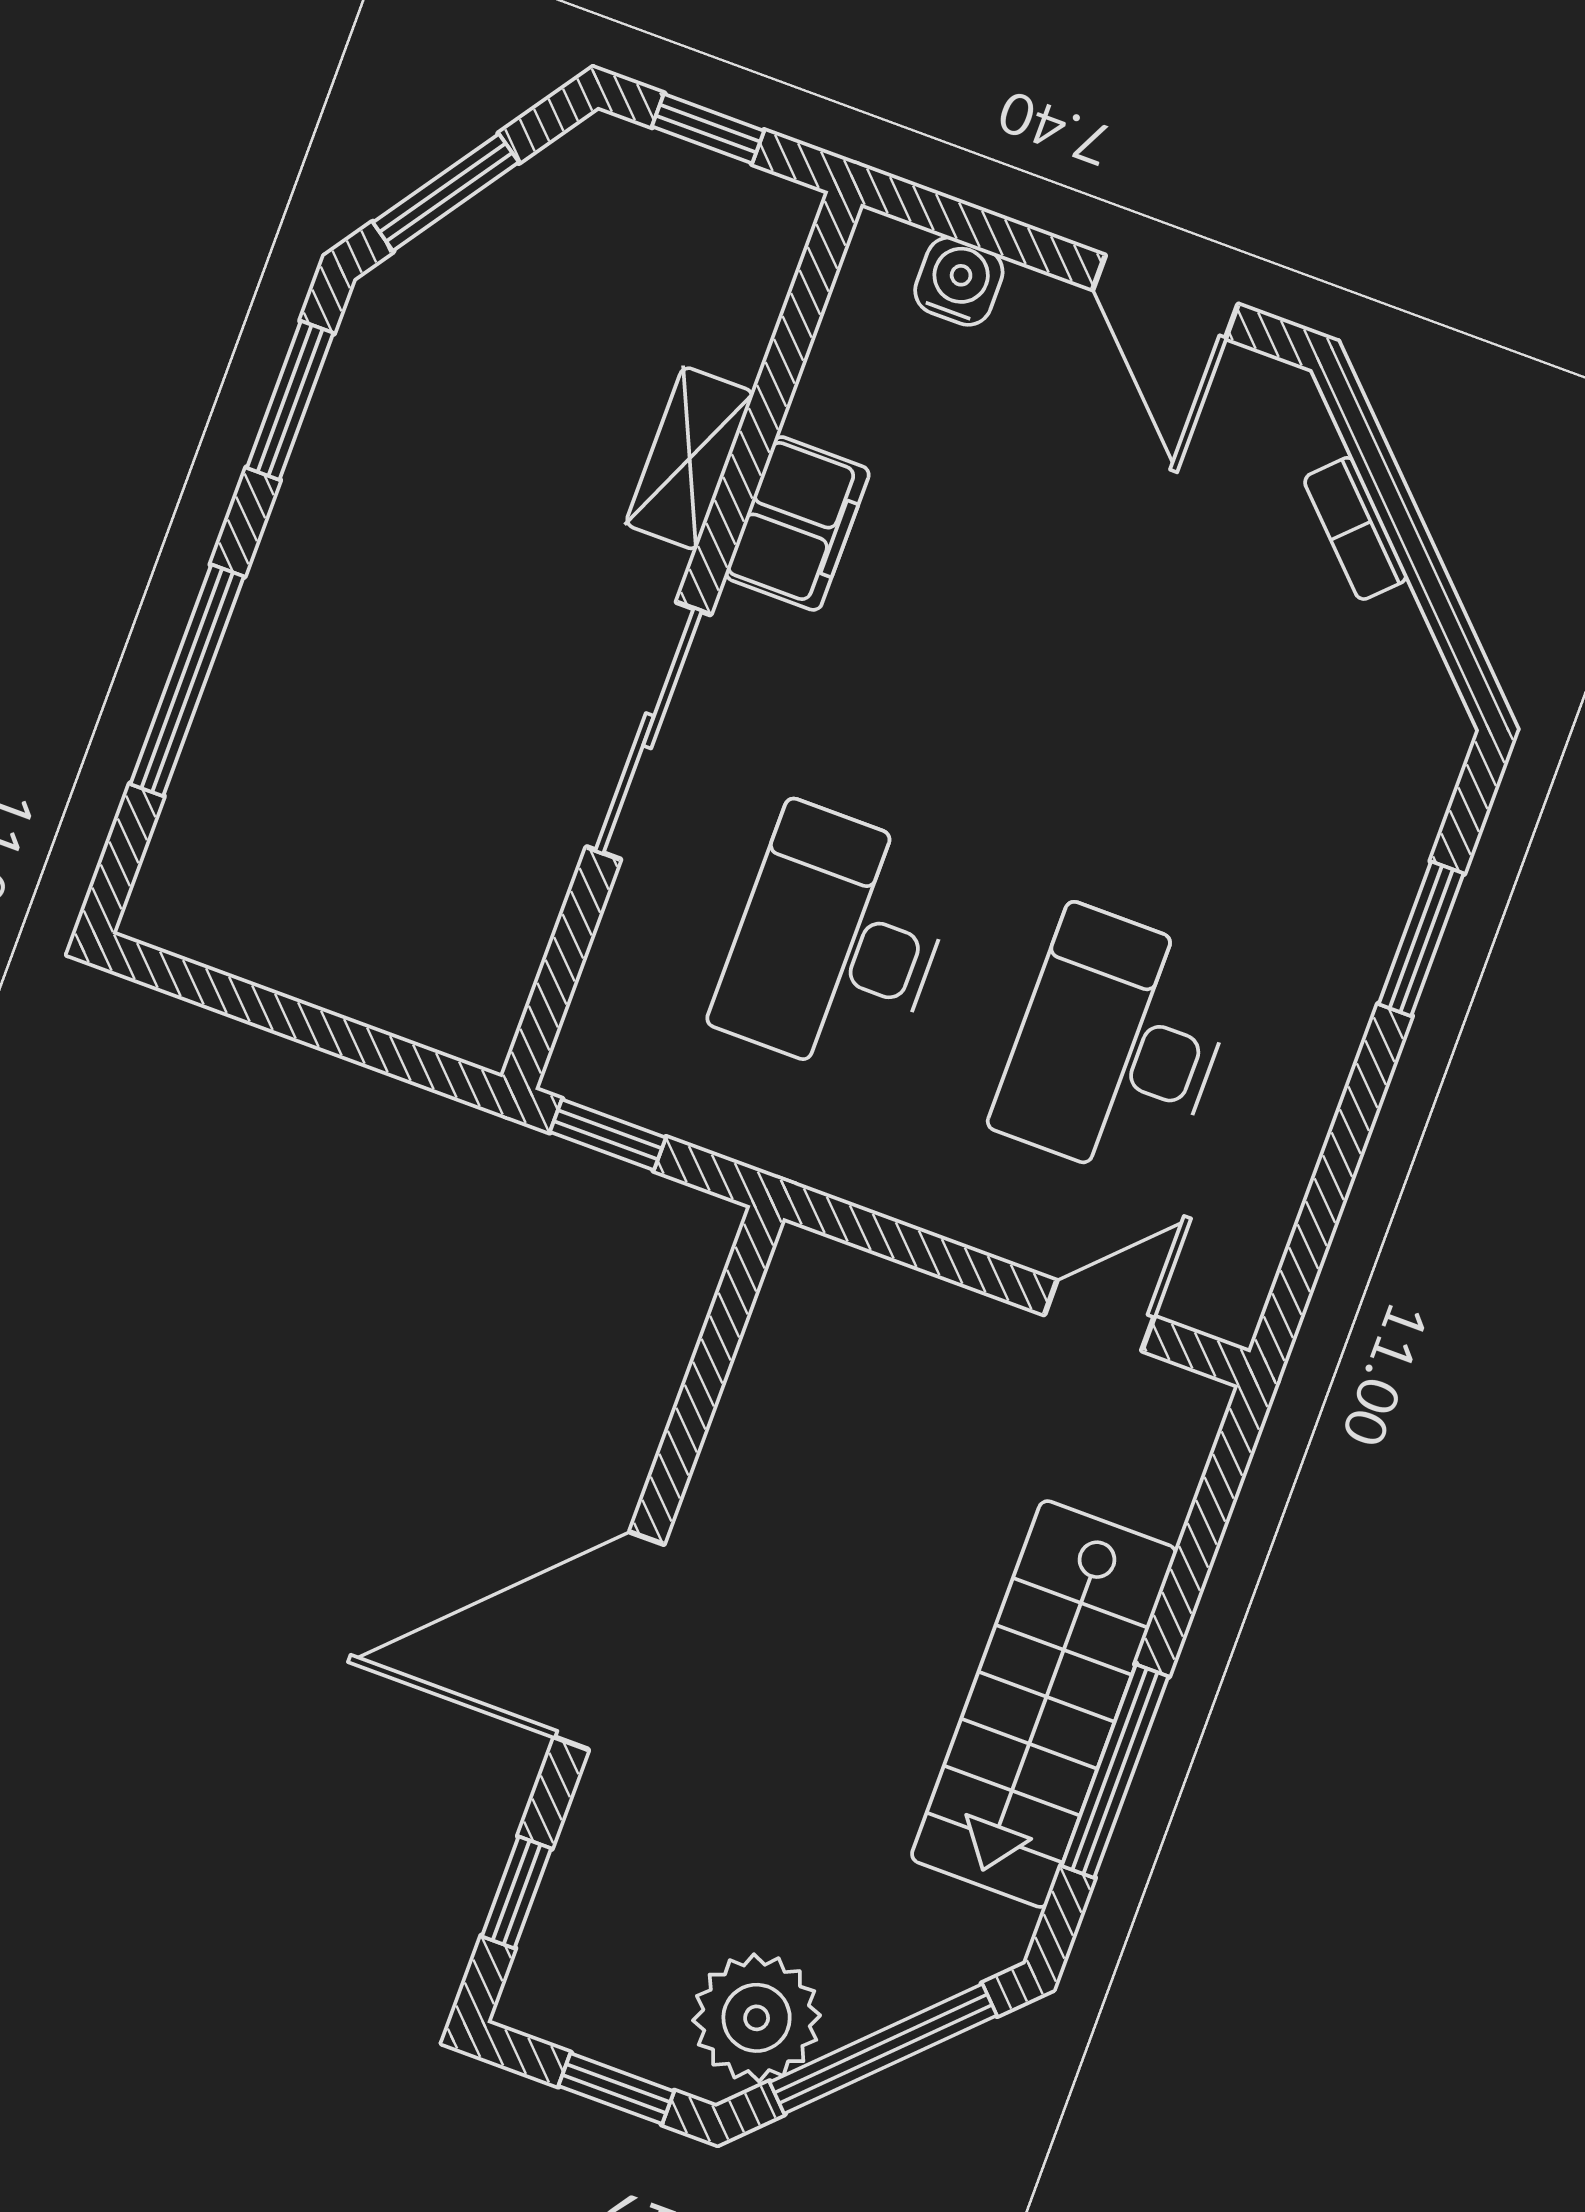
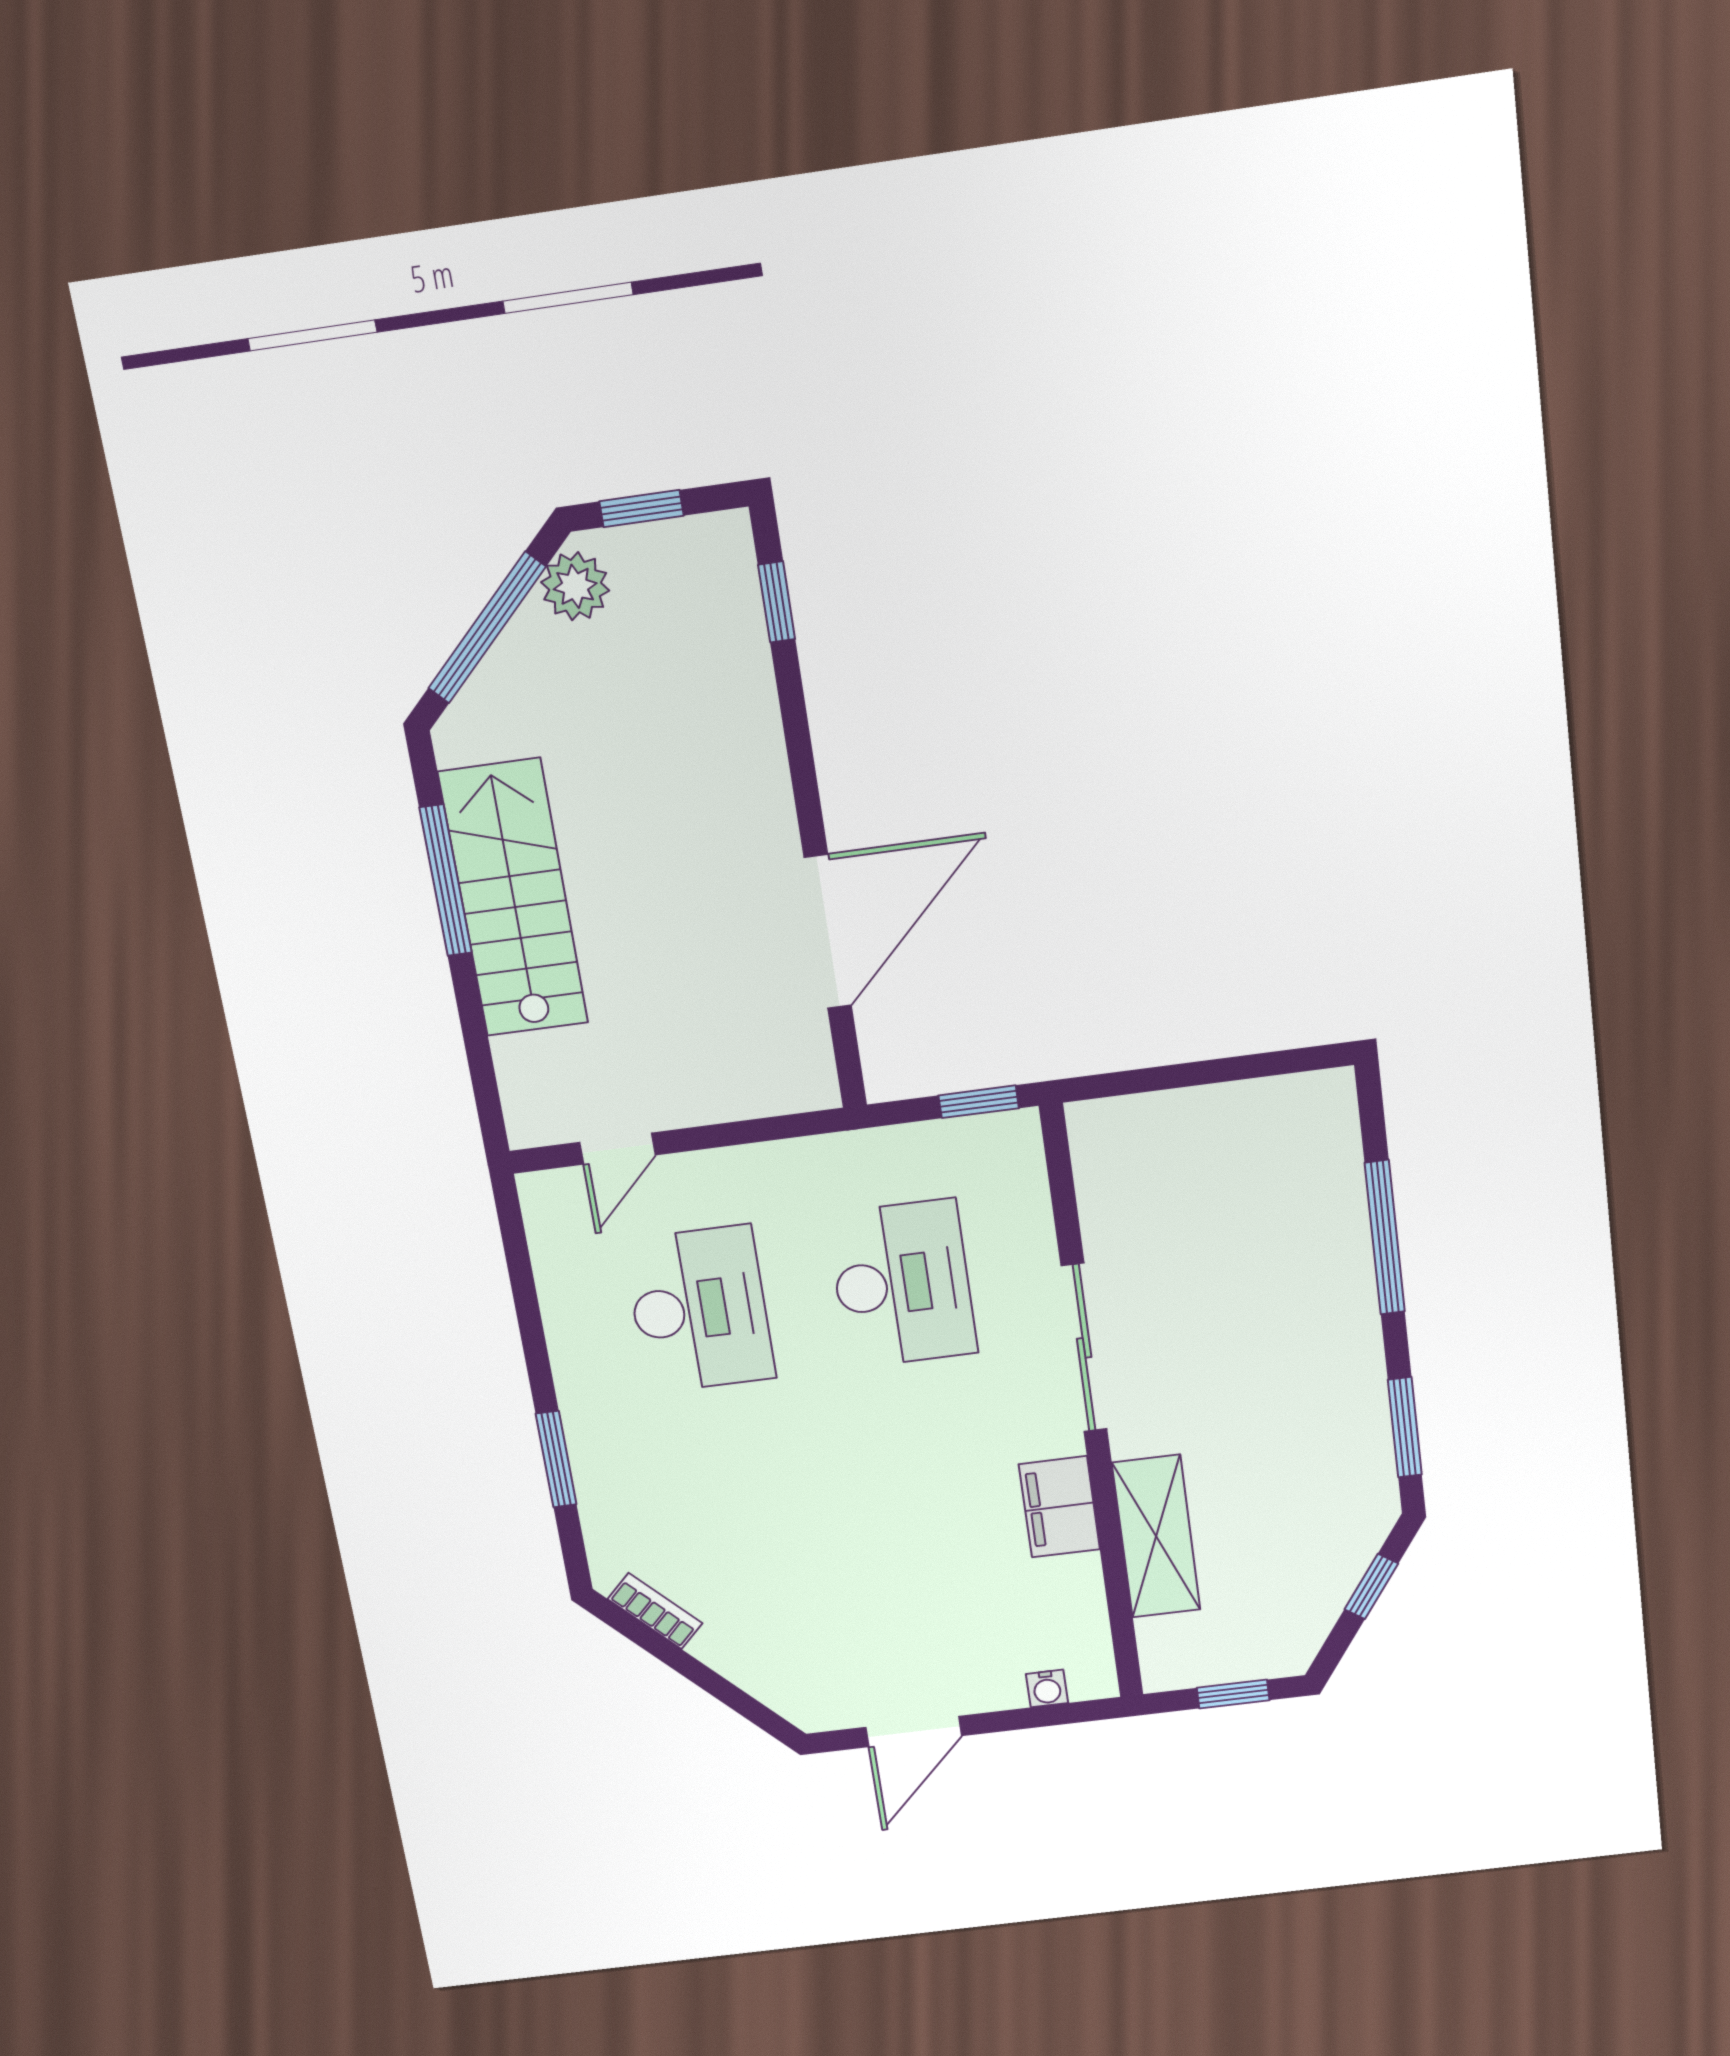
window: (446, 192) -> (1371, 1586), width x0.67
water cooler: (959, 281) -> (1047, 1688), width x0.72, depth x0.72
door: (1165, 297) -> (914, 1732), swing flipped
shelving: (690, 458) -> (1156, 1536), width x1.50, depth x1.33
bookcase: (1356, 528) -> (655, 1611), moved
door: (609, 1641) -> (828, 932), moved
plant: (757, 2018) -> (575, 586), width x0.73, depth x0.73

